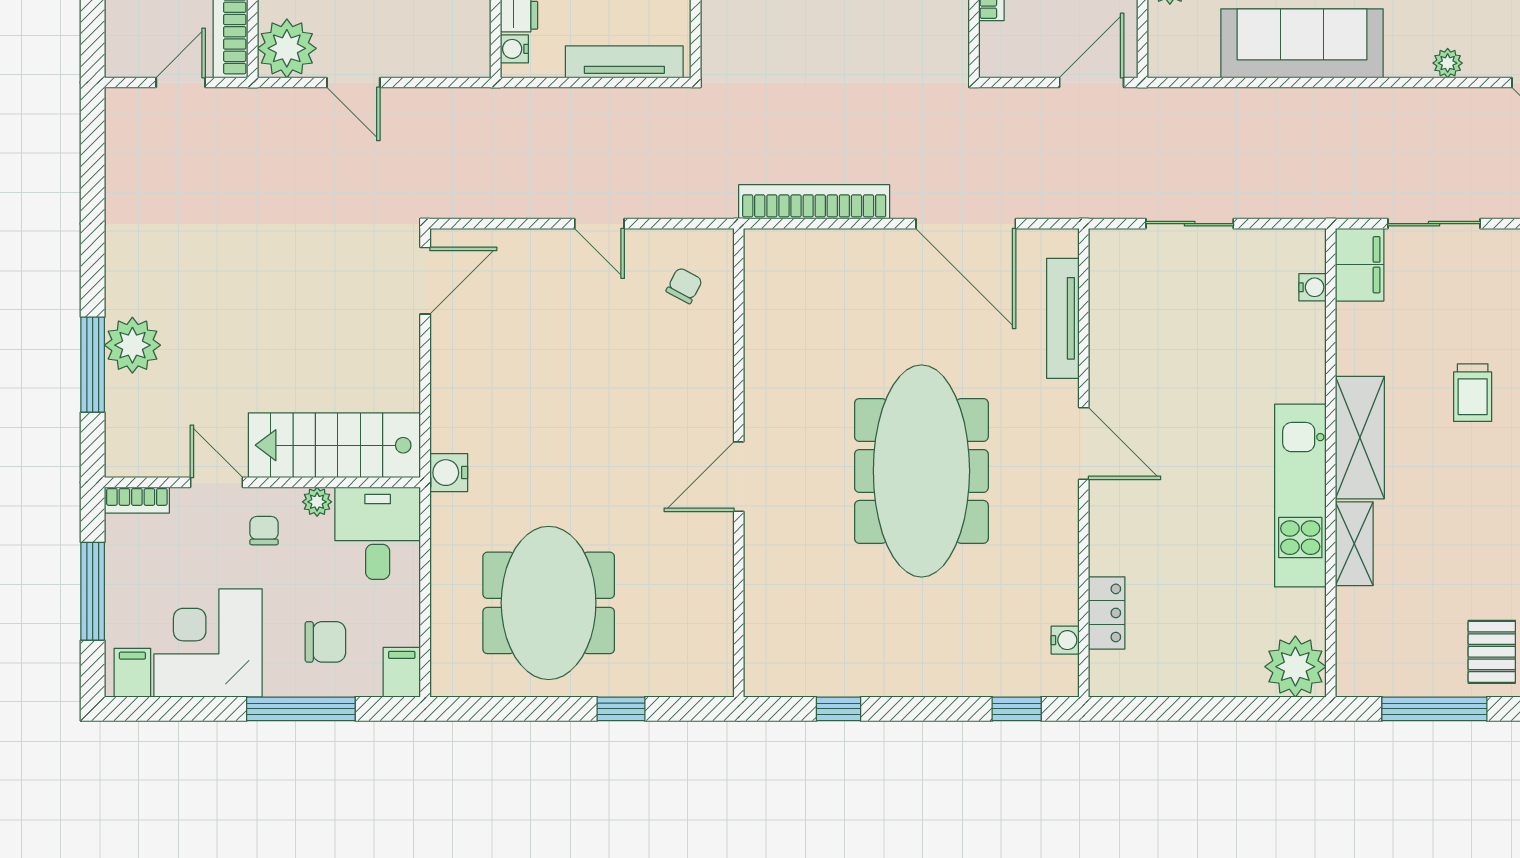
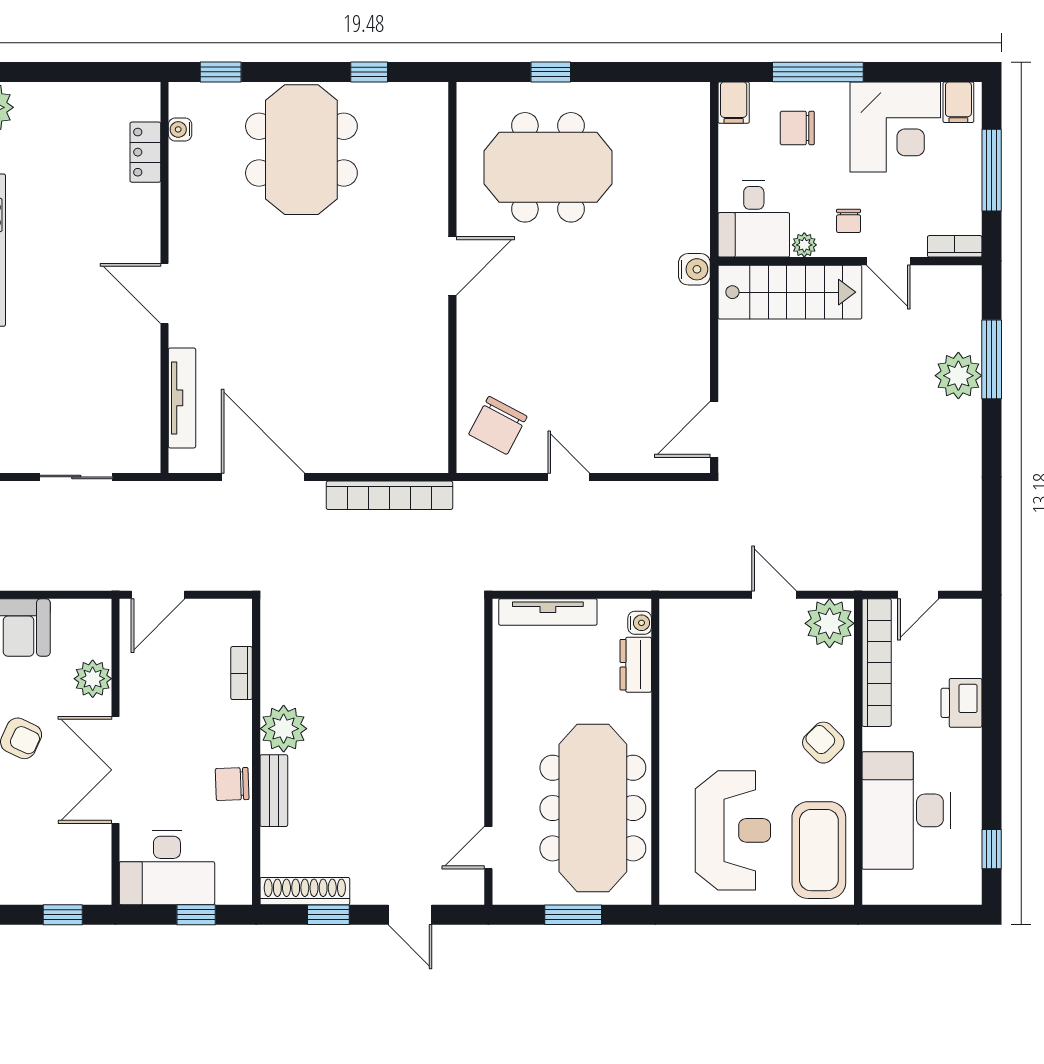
chair: (684, 286) -> (498, 425), width x1.87, depth x1.87
meeting table: (921, 471) -> (301, 150), moved, width x0.73
meeting table: (549, 603) -> (548, 167), moved, turned 90

